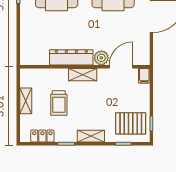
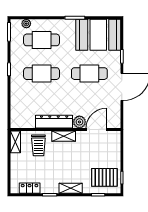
filing cabinet: (144, 76) -> (116, 137), removed
shelving: (26, 101) -> (15, 142), moved
trolley: (59, 103) -> (38, 145), moved

